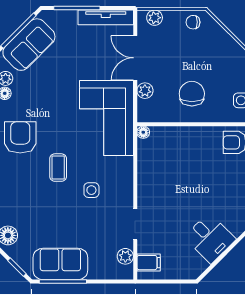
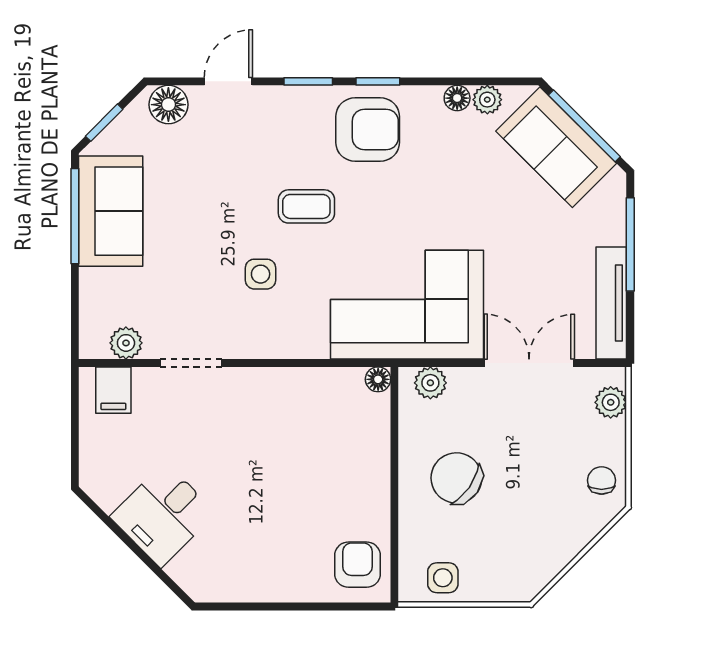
plant: (145, 91) -> (430, 383), moved
chair: (192, 94) -> (456, 478), turned -145

